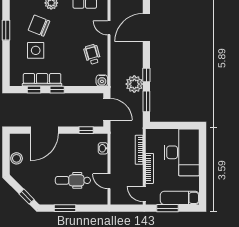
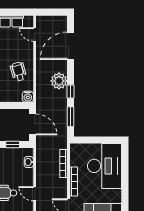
door: (109, 28) -> (35, 34), moved
plant: (134, 84) -> (59, 81), moved

